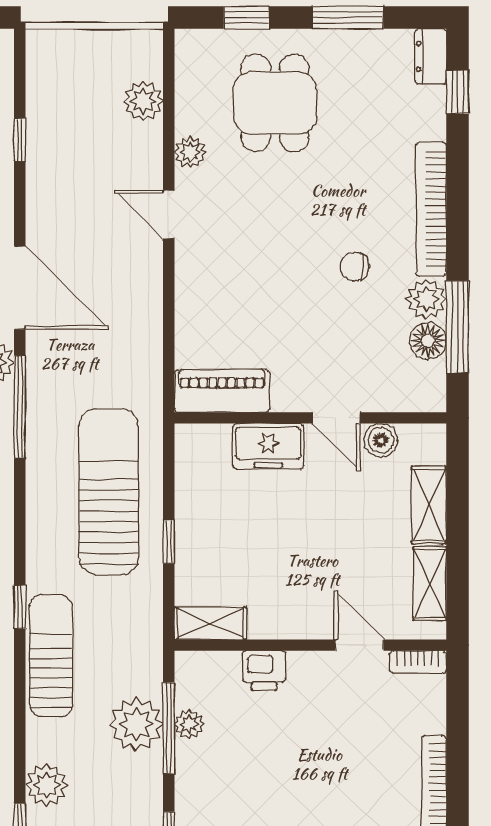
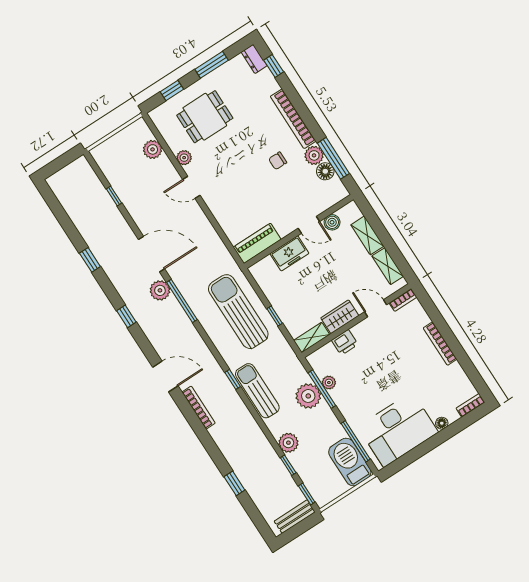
dining table: (275, 103) -> (205, 117), turned 90
wardrobe: (285, 619) -> (340, 317), added

